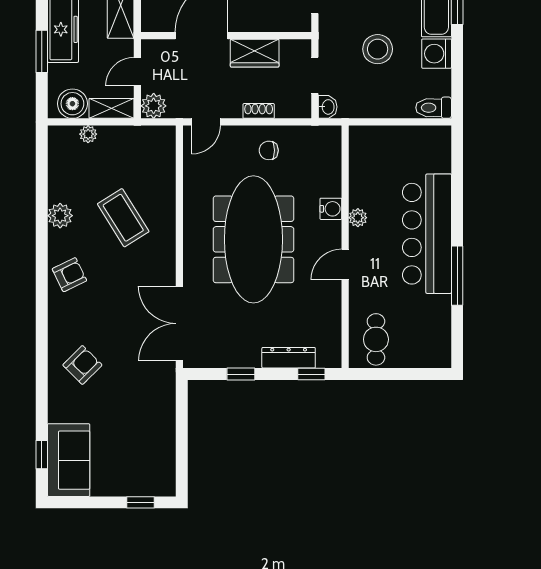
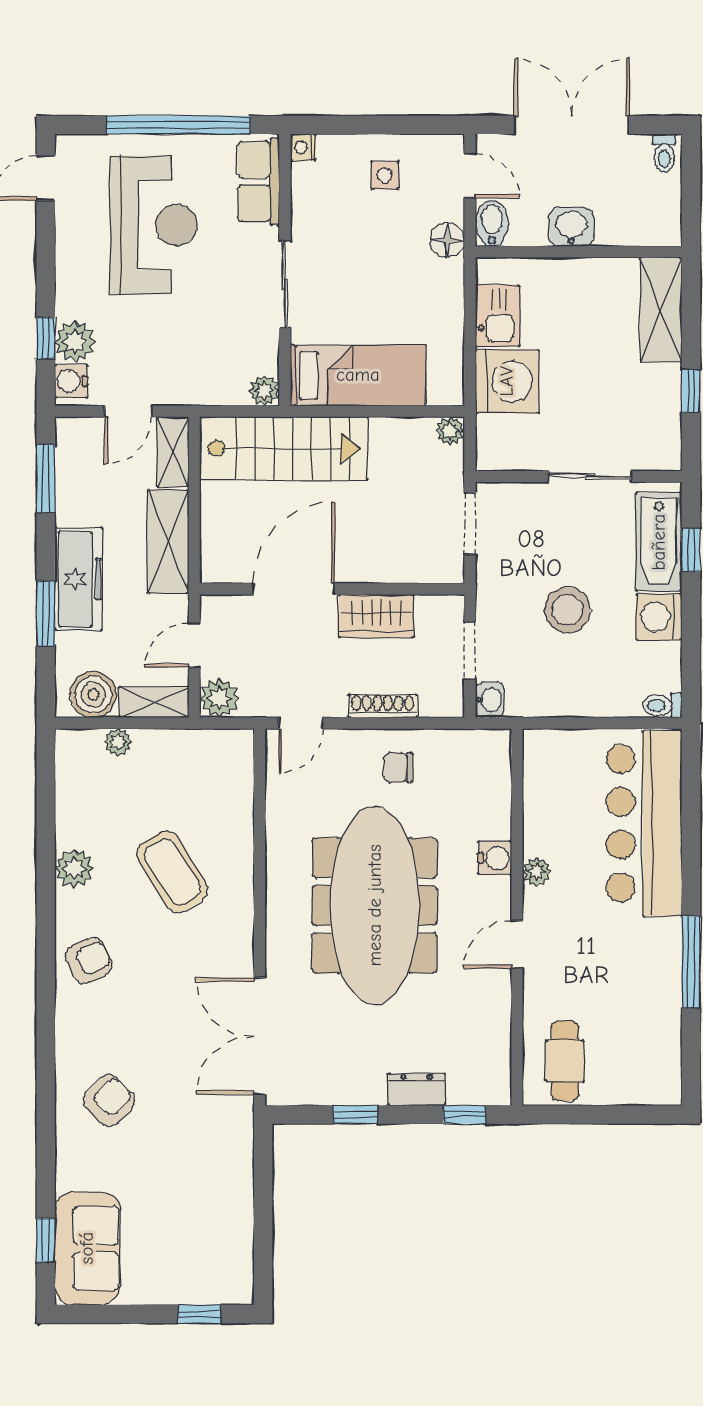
toilet: (434, 108) -> (662, 705), width x0.73, depth x0.72
shoe rack: (259, 111) -> (383, 706), width x1.43
bar counter: (427, 234) -> (644, 823), moved
dresser: (289, 358) -> (417, 1089), width x0.70

